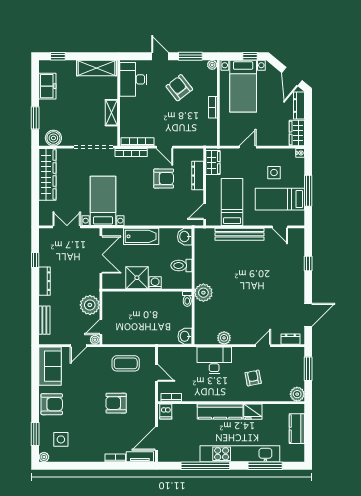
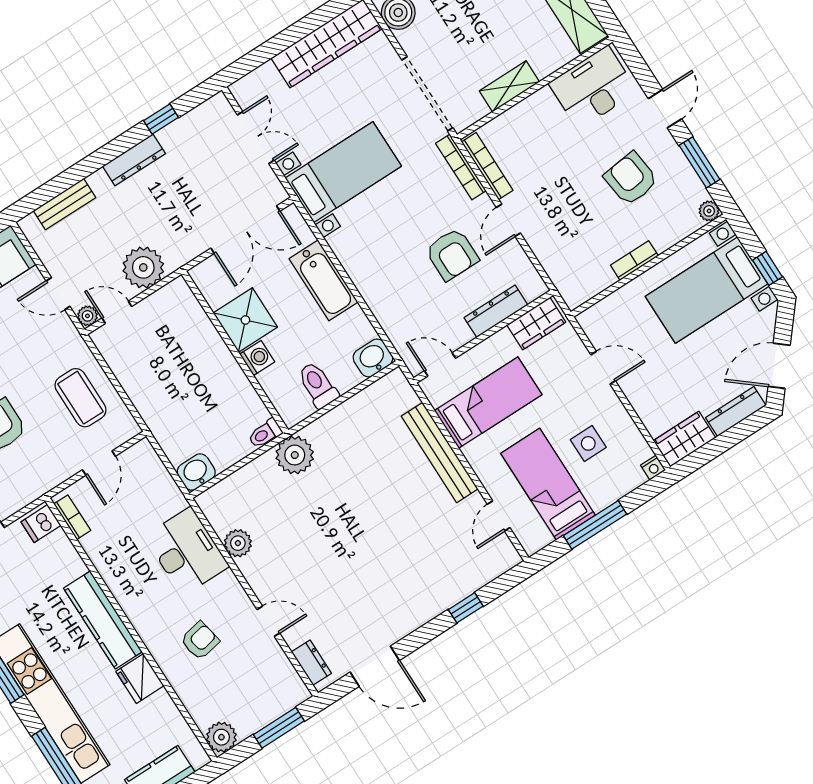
armchair: (179, 88) -> (631, 179), turned -59

